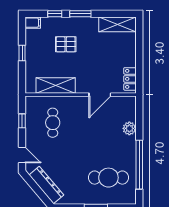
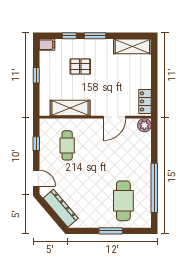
plant: (129, 128) -> (144, 125), moved
cafe table: (108, 178) -> (123, 201), turned 90

